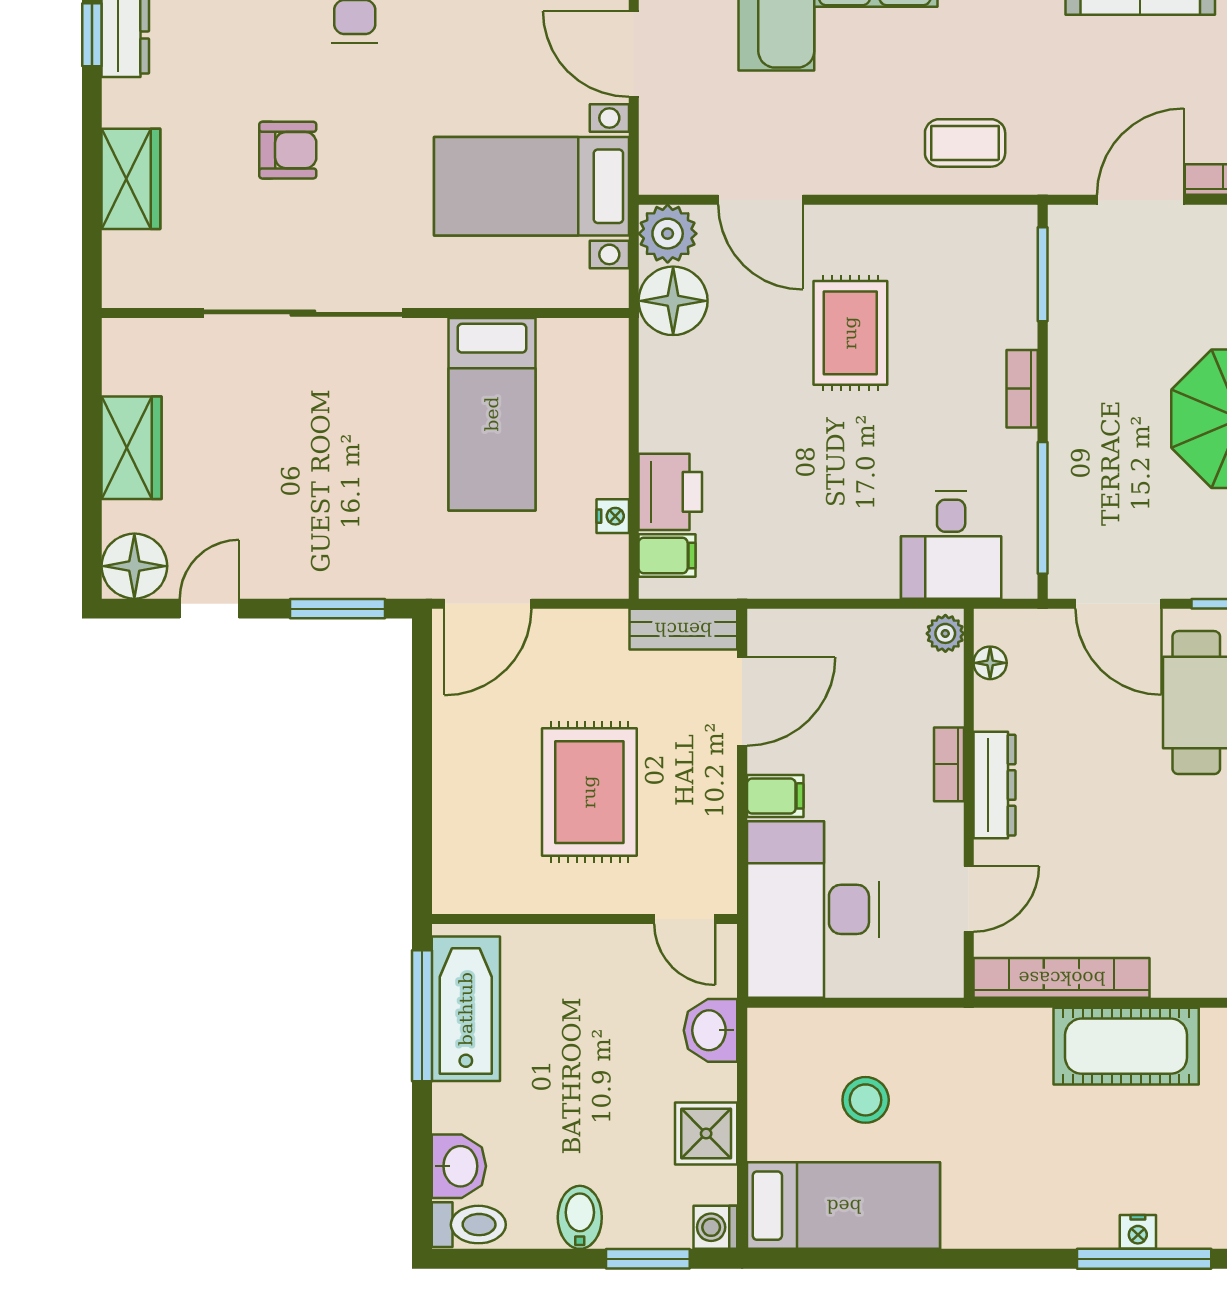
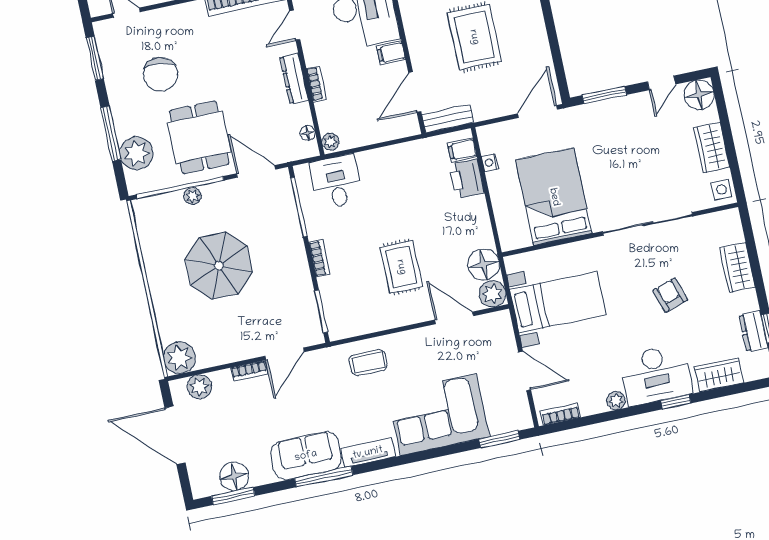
armchair: (288, 150) -> (670, 295), turned 72
side table: (130, 353) -> (721, 190), added
bed: (492, 414) -> (554, 197), width x1.50

